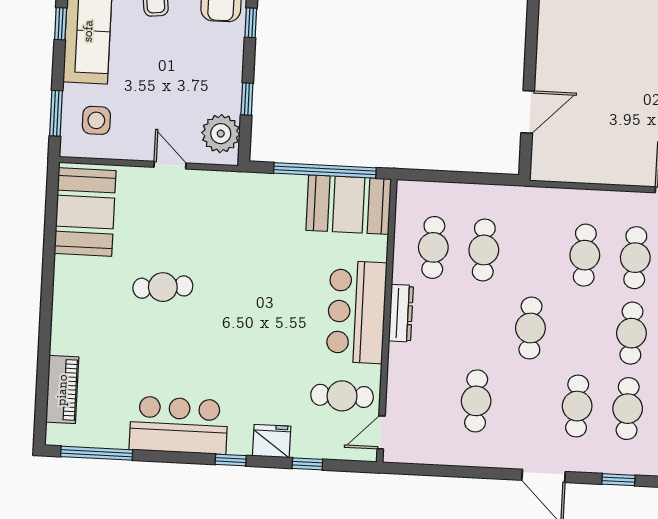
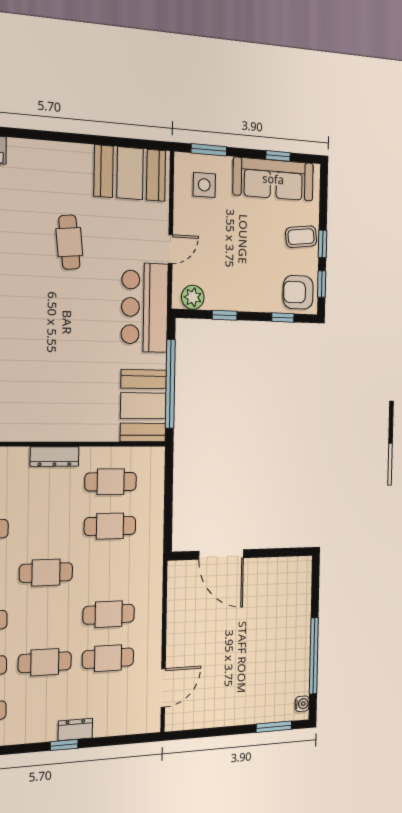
door: (528, 112) -> (221, 554), width x1.36
plant: (221, 134) -> (193, 297), width x0.73, depth x0.73
bar counter: (357, 312) -> (145, 307), moved, turned -90

